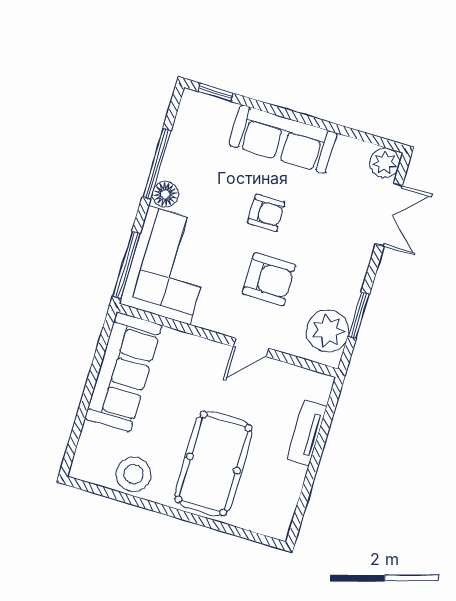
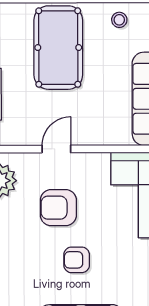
stool: (134, 474) -> (119, 20), width x0.53, depth x0.53

